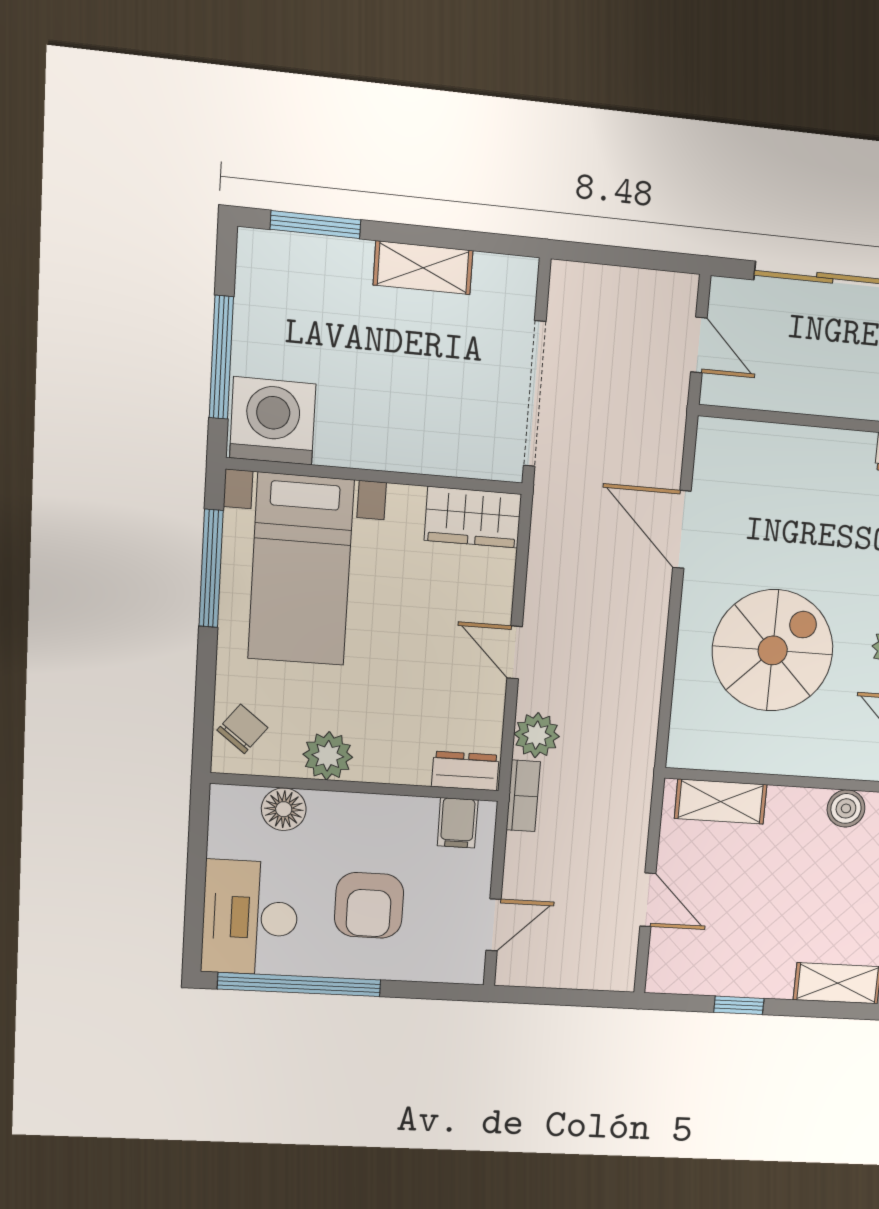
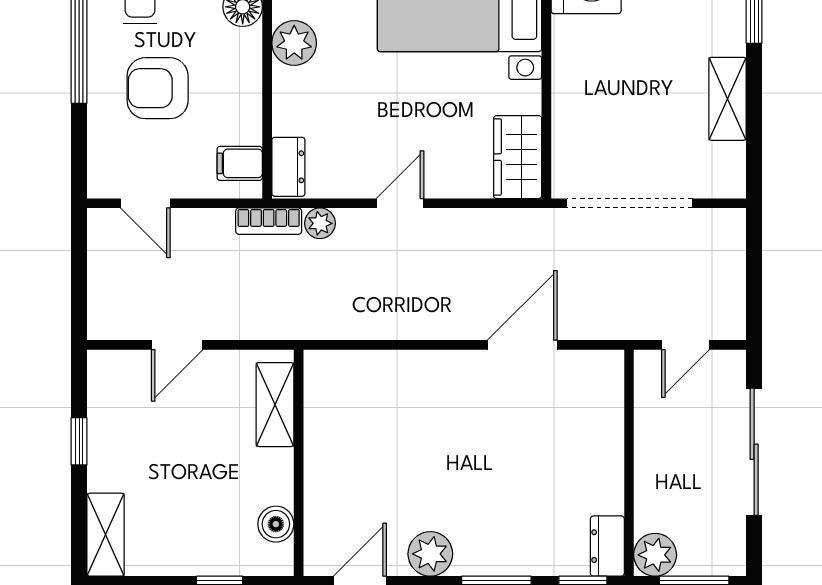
spiral stairs: (773, 650) -> (419, 439), removed
plant: (537, 735) -> (320, 223), width x0.73, depth x0.73

